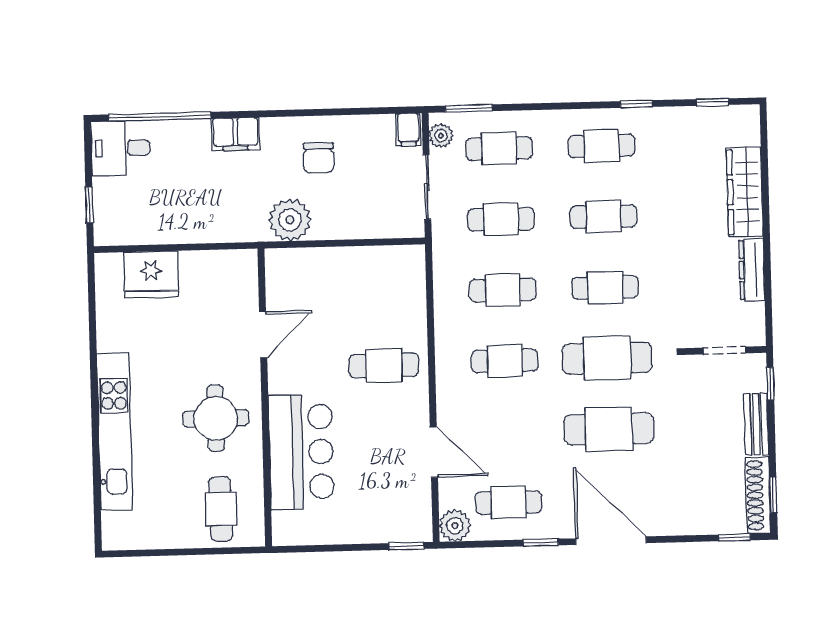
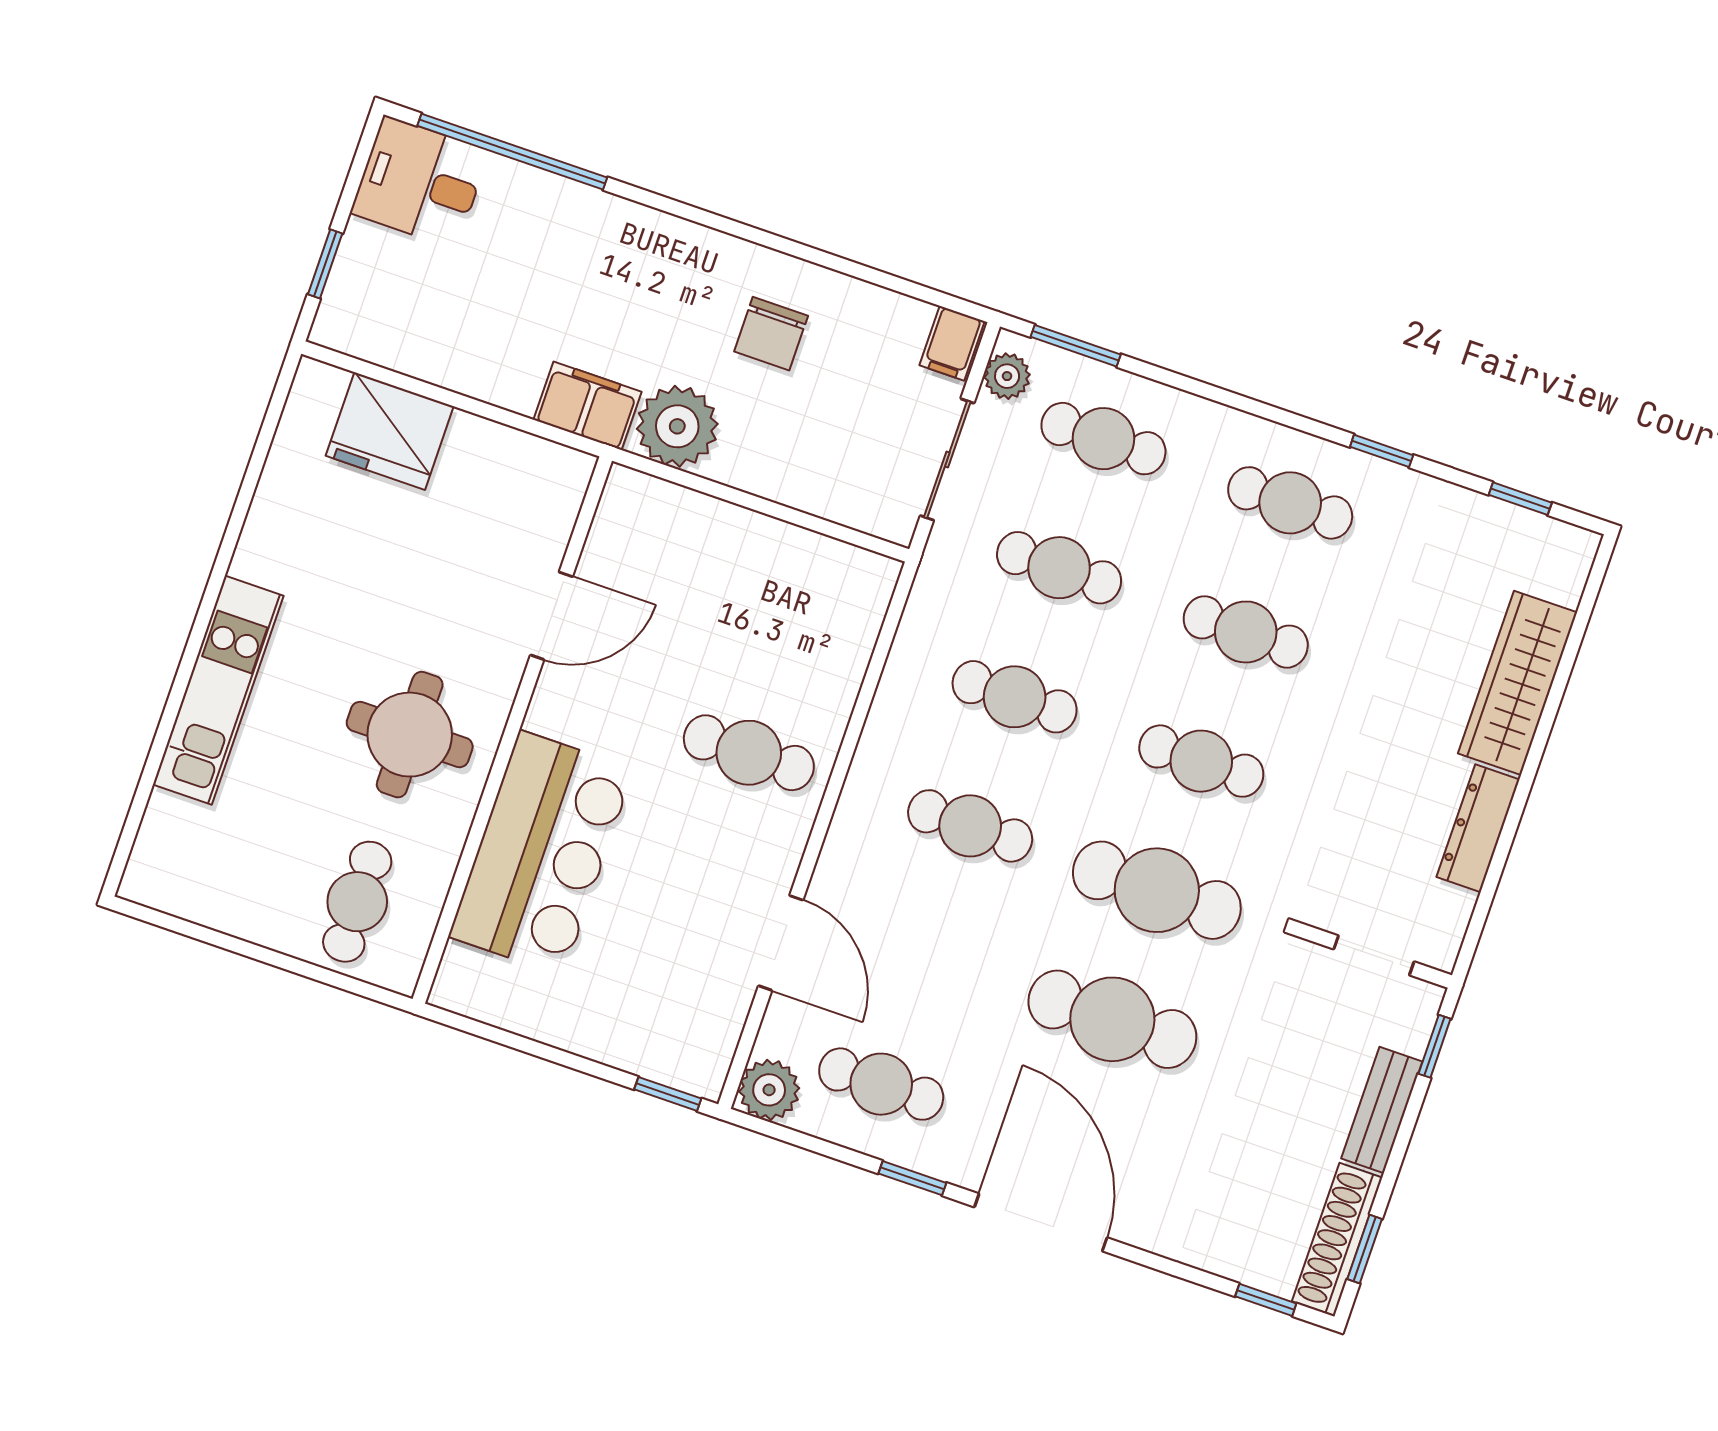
filing cabinet: (235, 134) -> (588, 406), moved, turned 180
kitchen unit: (115, 431) -> (218, 690), width x0.73

